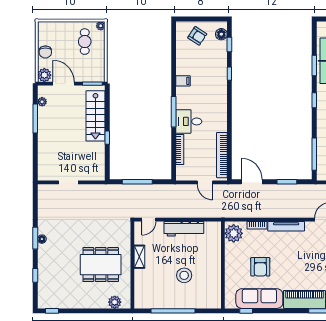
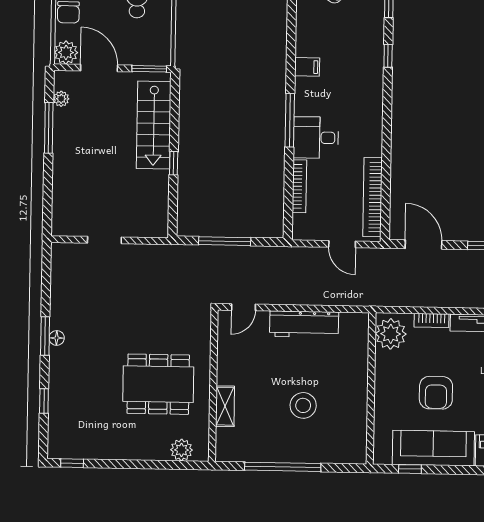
shelving: (139, 257) -> (225, 406), moved

